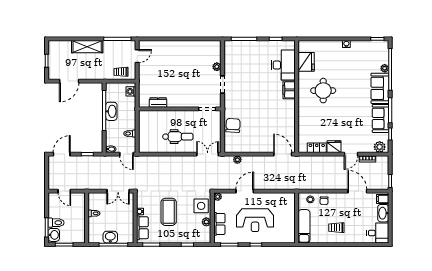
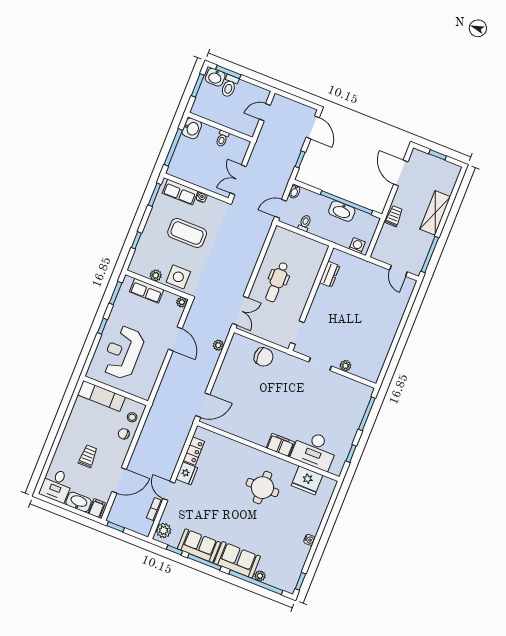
trolley: (121, 72) -> (394, 216), moved
reception desk: (255, 220) -> (123, 352), moved
trolley: (336, 228) -> (88, 456), moved
washbasin: (110, 237) -> (192, 128), moved

